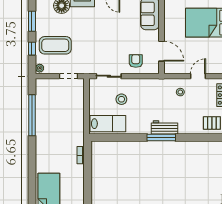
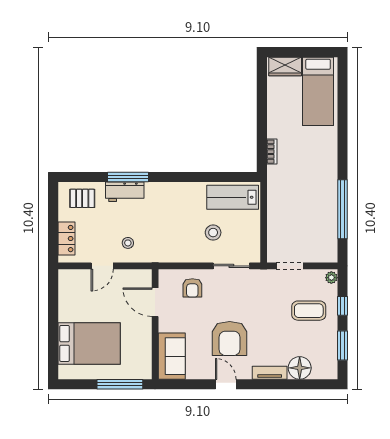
armchair: (110, 26) -> (230, 339), added
coffee table: (55, 45) -> (309, 311), width x0.73, depth x0.76
workbench: (165, 127) -> (125, 192), moved
window: (161, 138) -> (128, 177), moved

